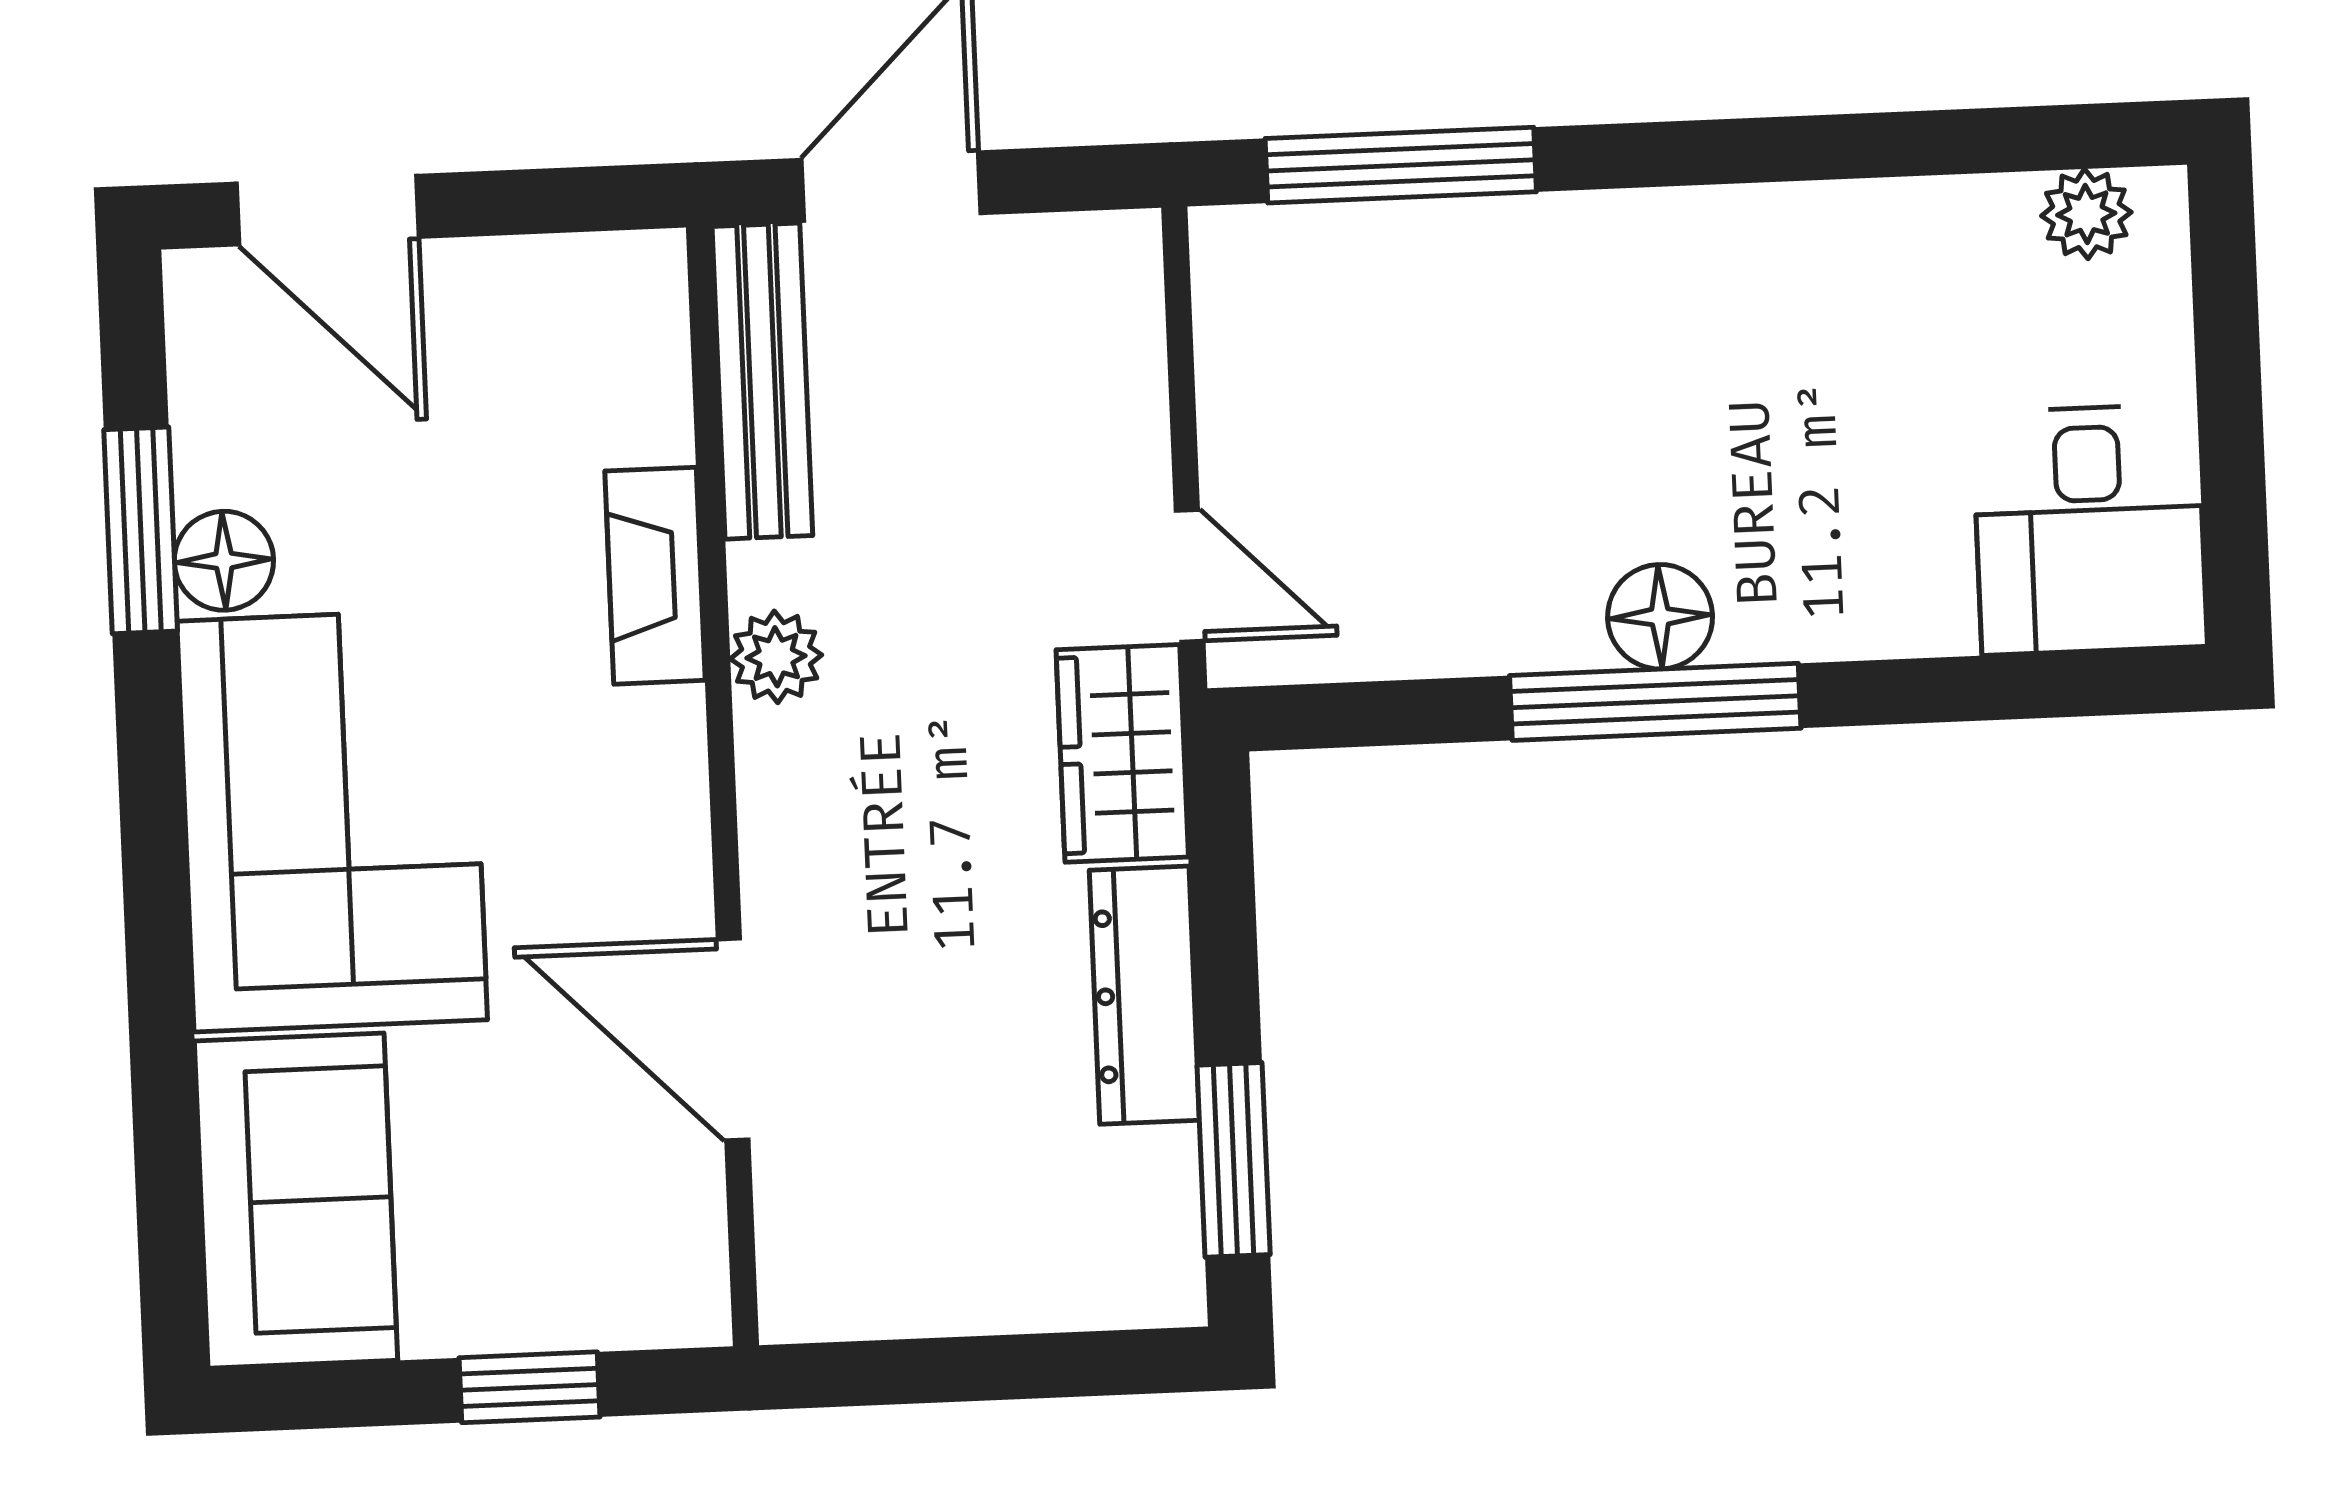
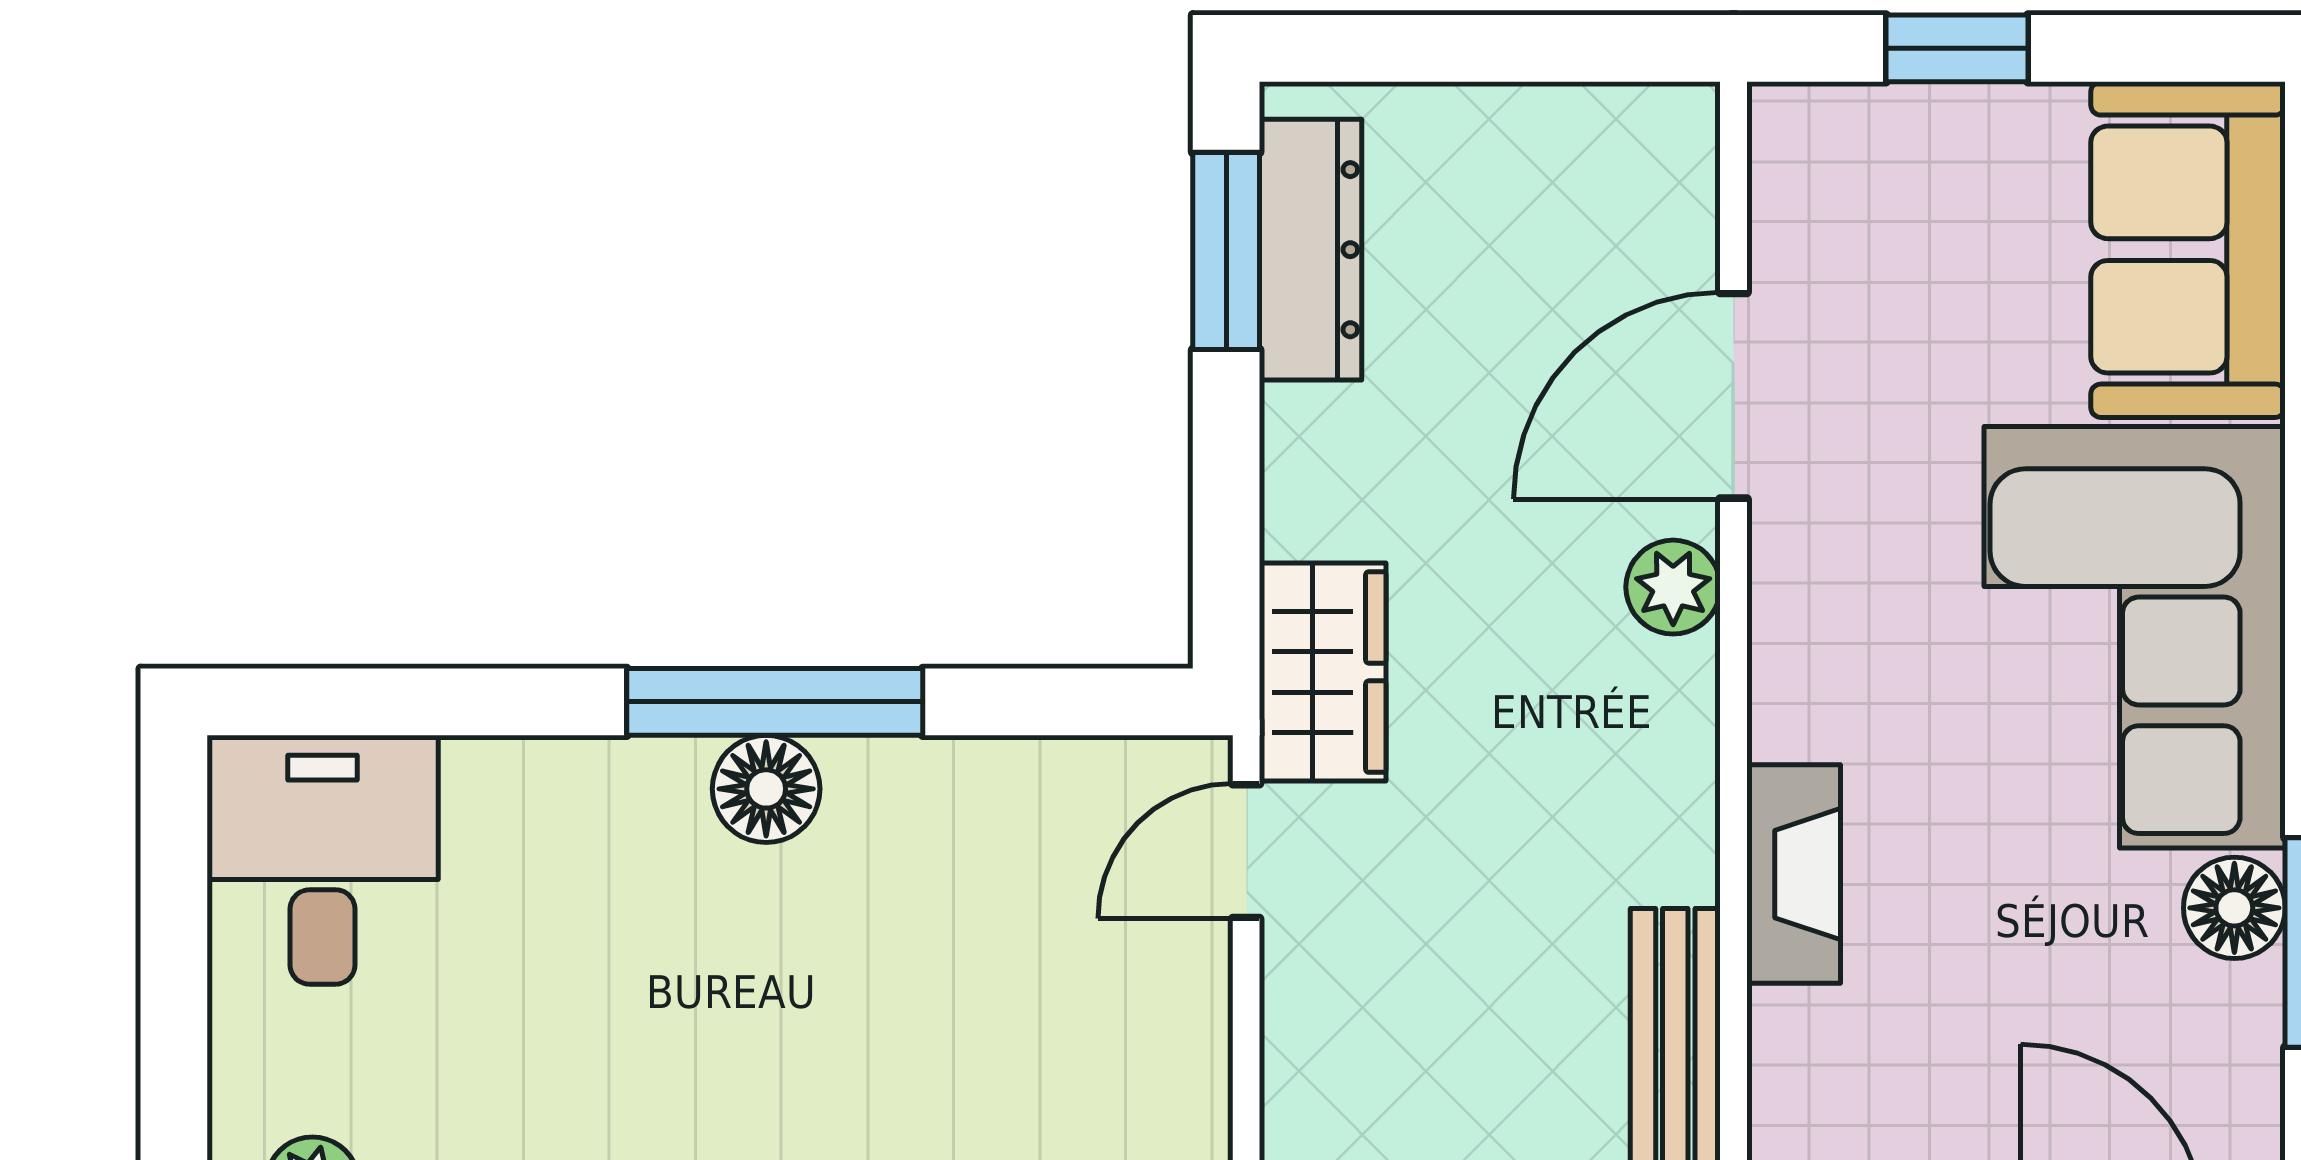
door: (1190, 576) -> (1246, 851), hinge flipped
plant: (776, 657) -> (1673, 587), moved
dresser: (1144, 995) -> (1310, 250), moved
door: (733, 1040) -> (1733, 396), swing flipped

